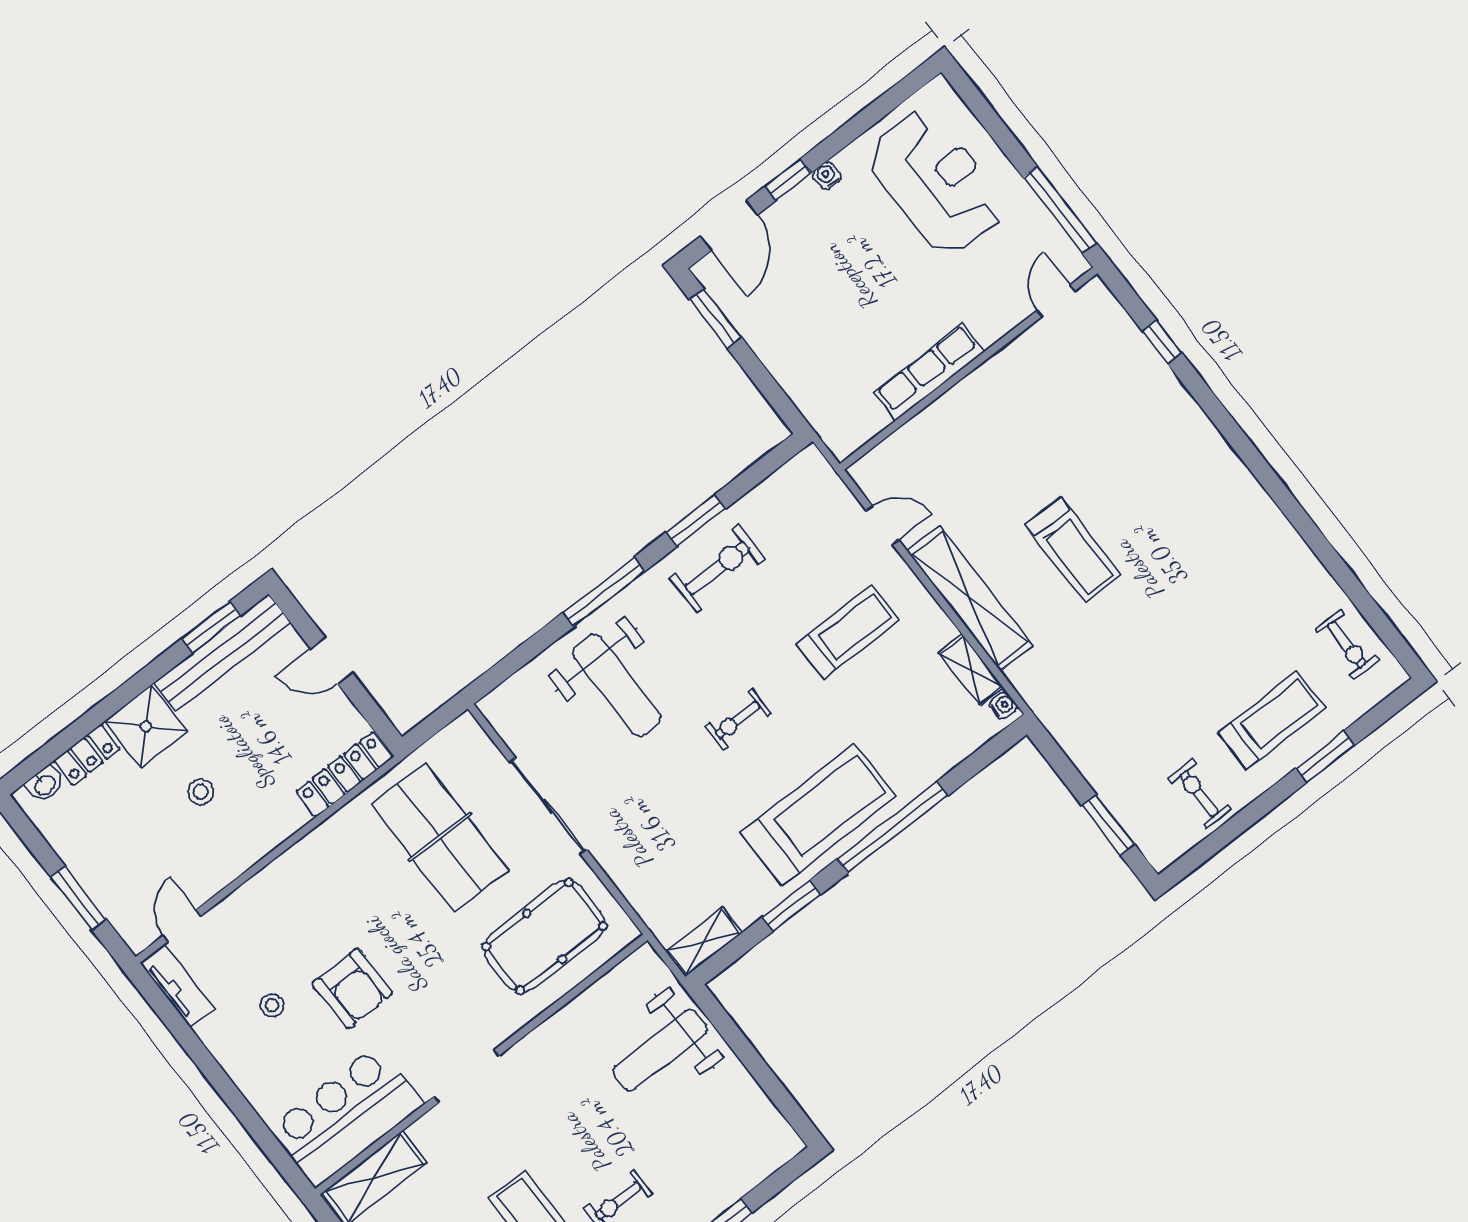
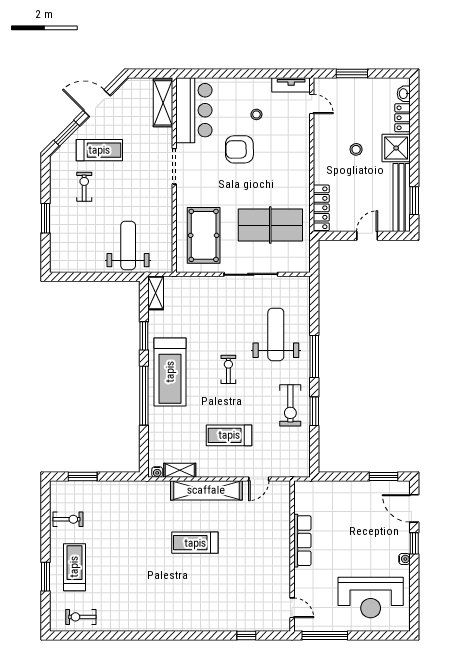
treadmill: (848, 632) -> (229, 435), turned 90
weight bench: (617, 685) -> (276, 334), turned 90
treadmill: (1272, 720) -> (74, 567), turned 180

